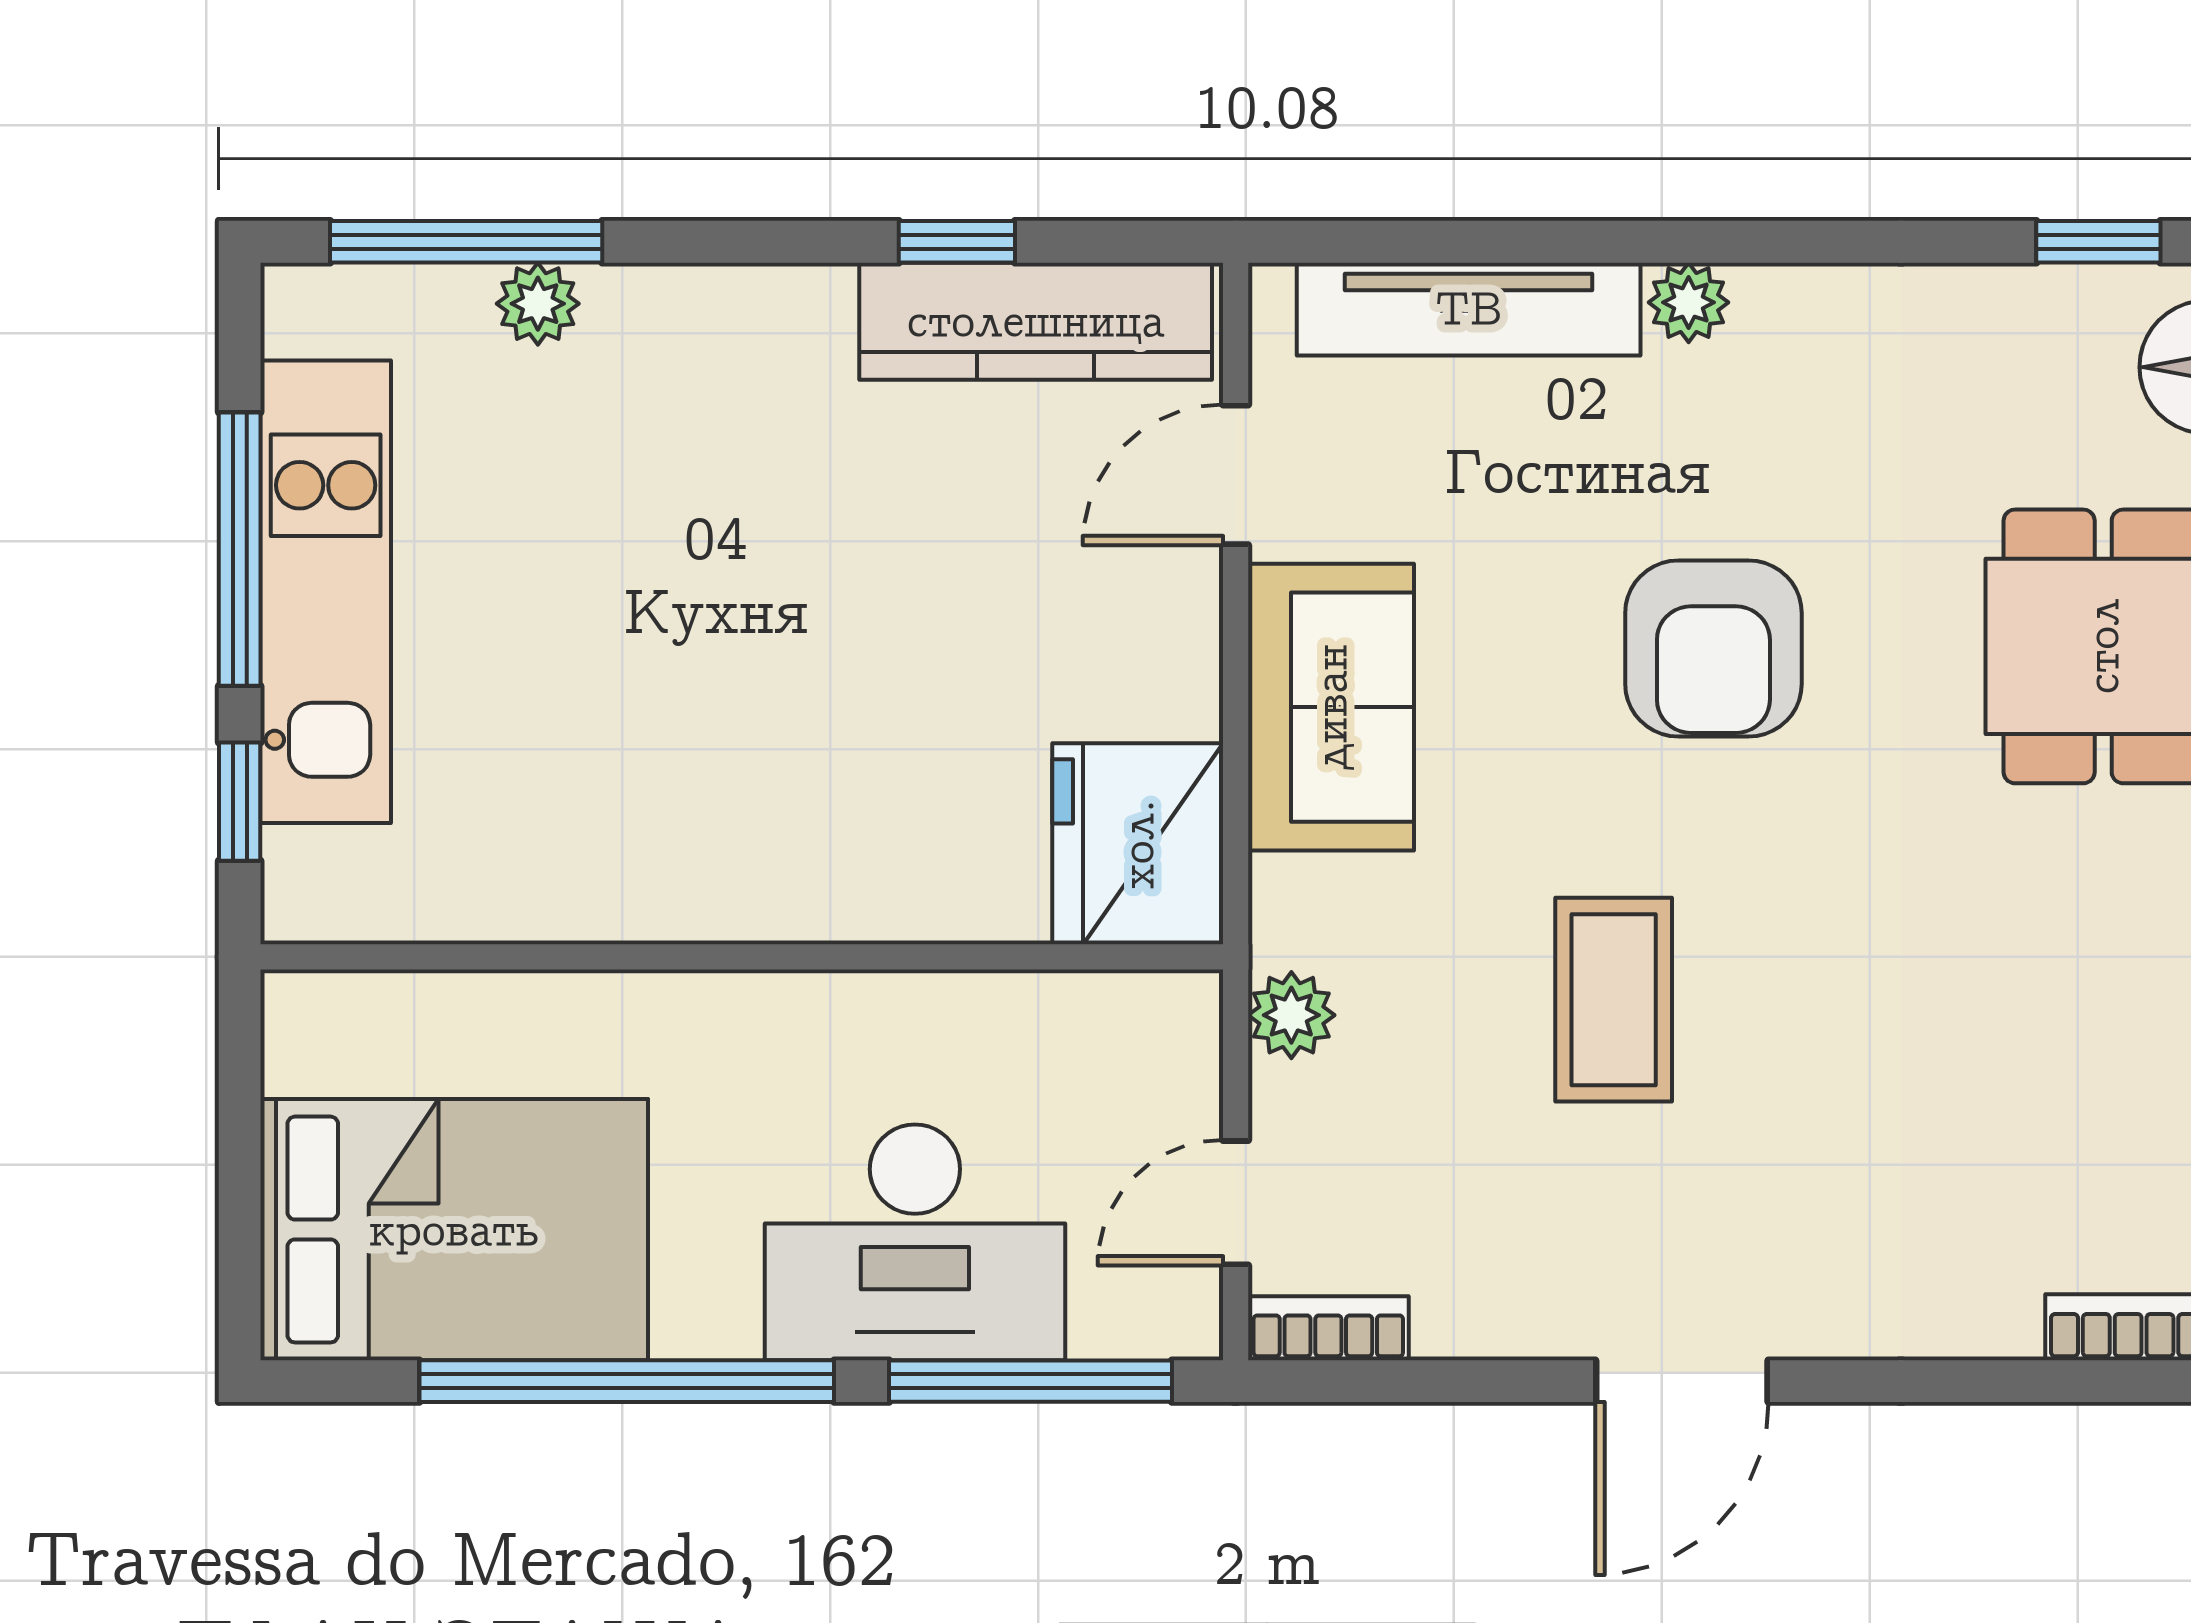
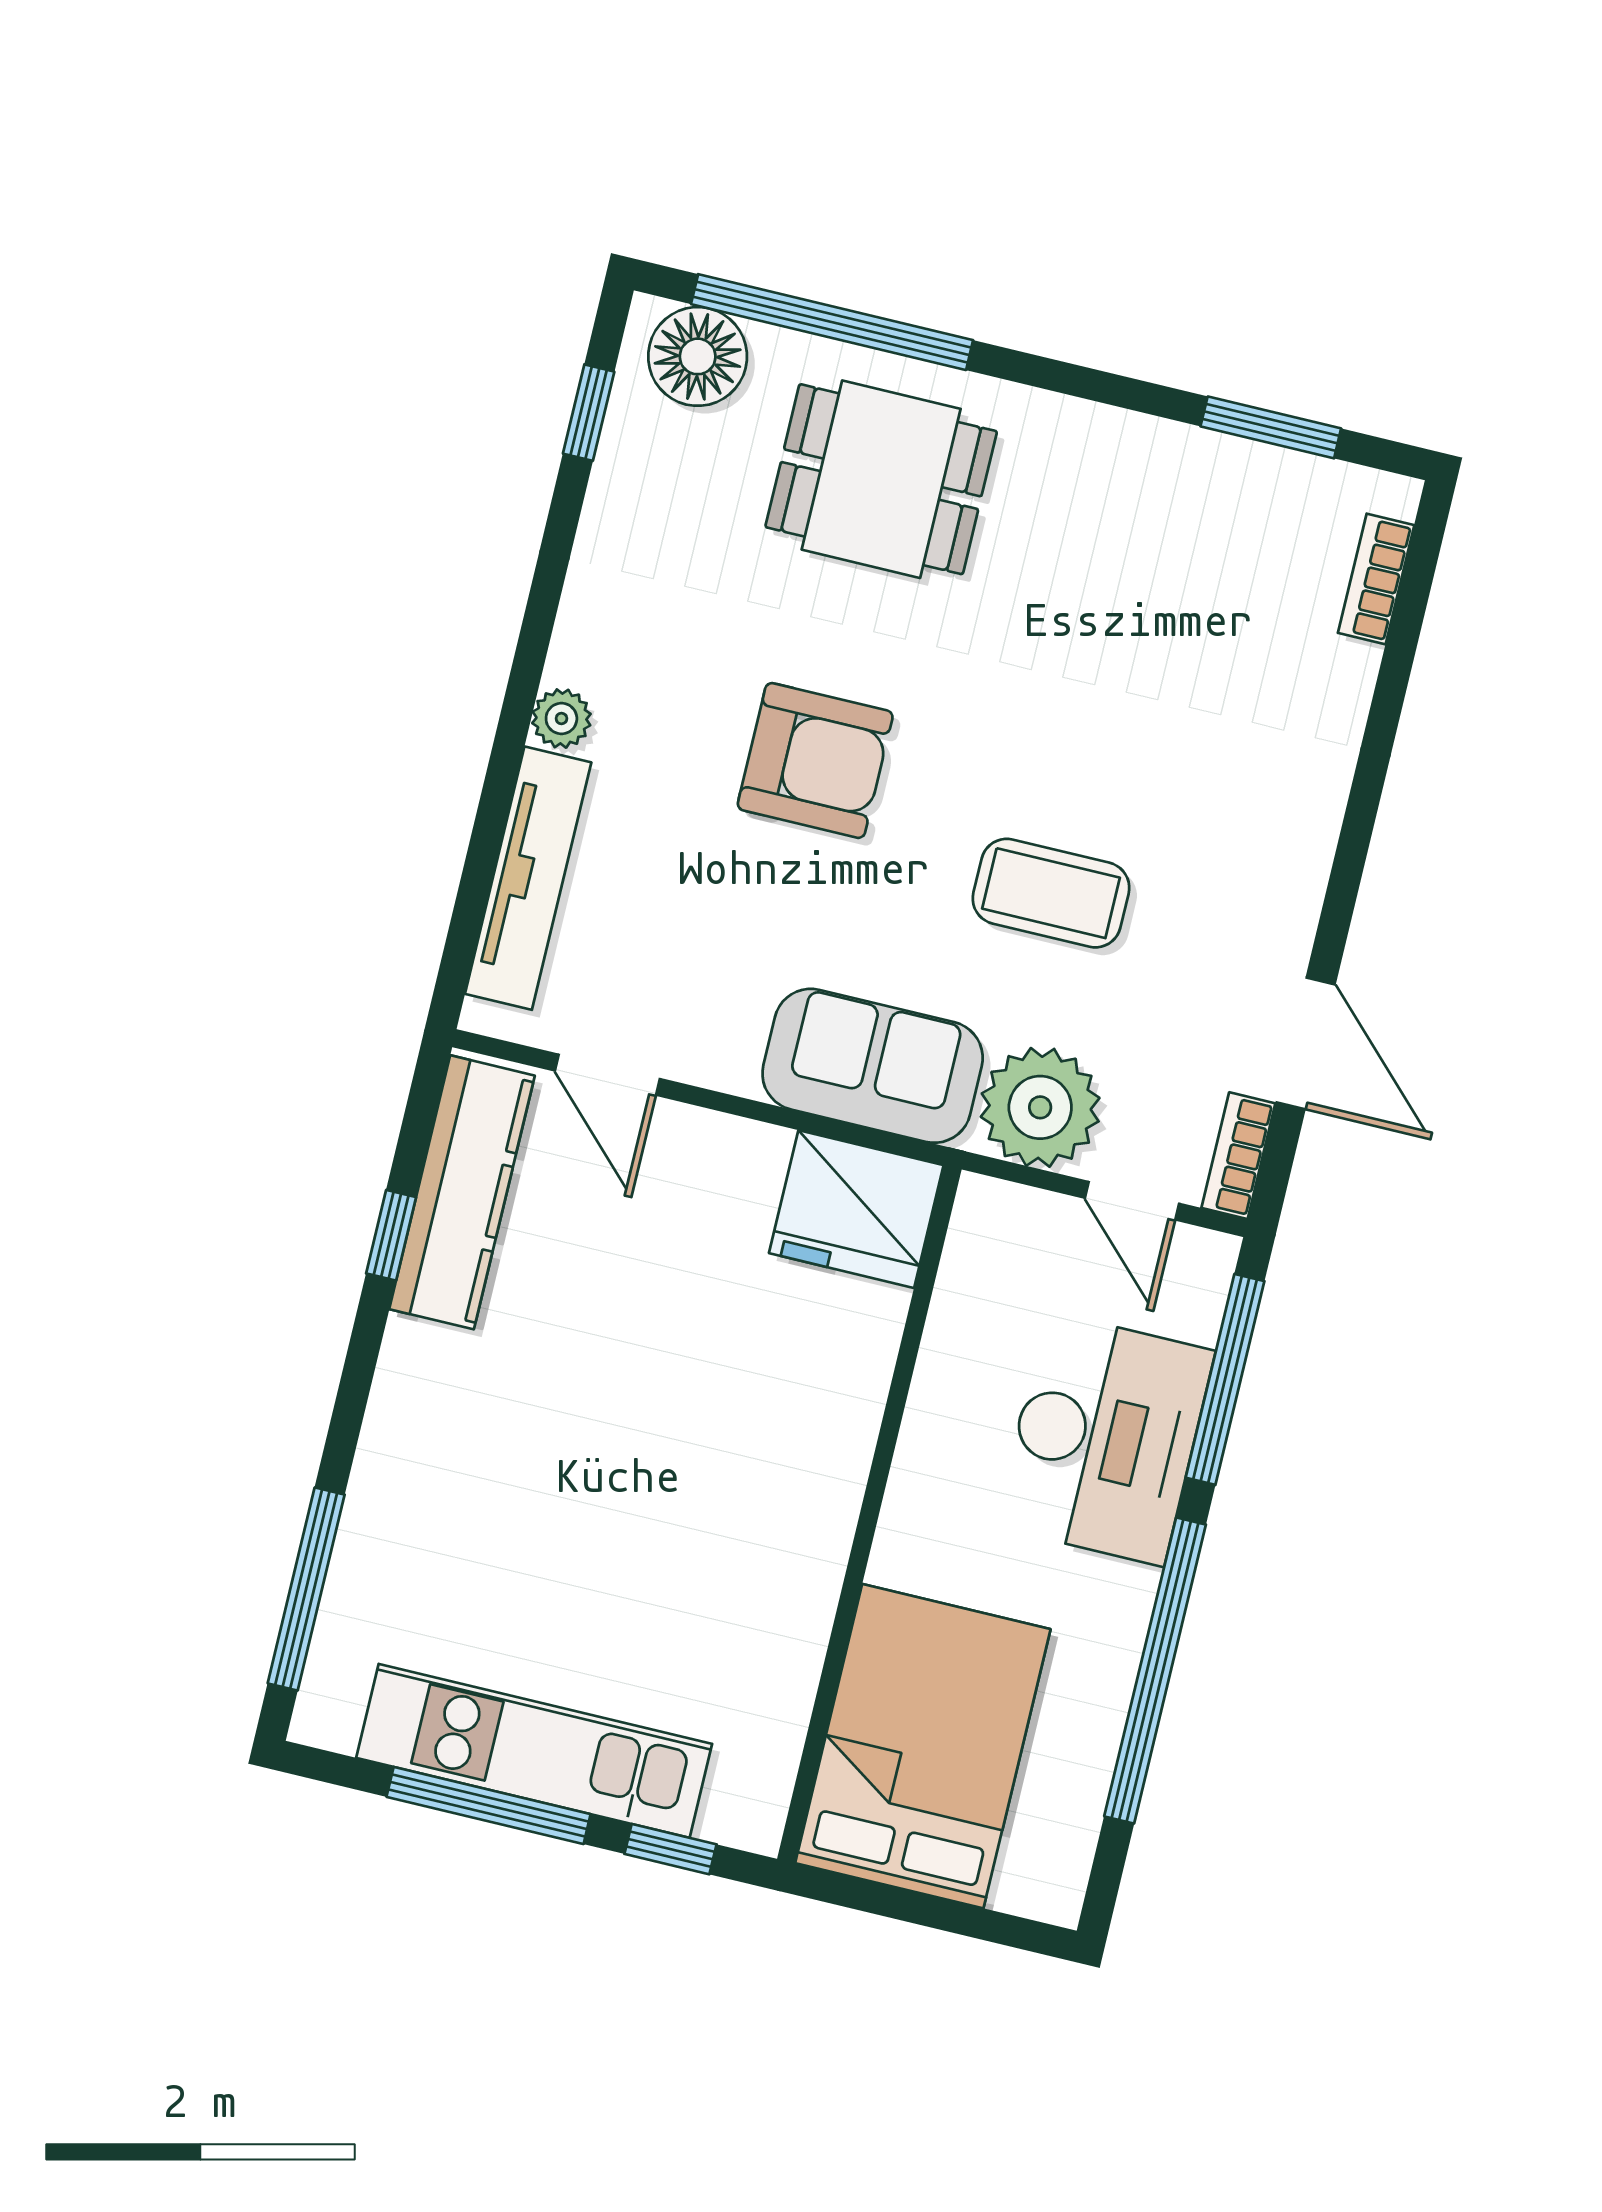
plant: (538, 304) -> (363, 1548), removed
sofa: (1331, 707) -> (873, 1066), moved
plant: (1291, 1015) -> (1040, 1107), width x1.87, depth x1.87
bed: (454, 1230) -> (923, 1746), moved
door: (1682, 1381) -> (1306, 1043), moved

